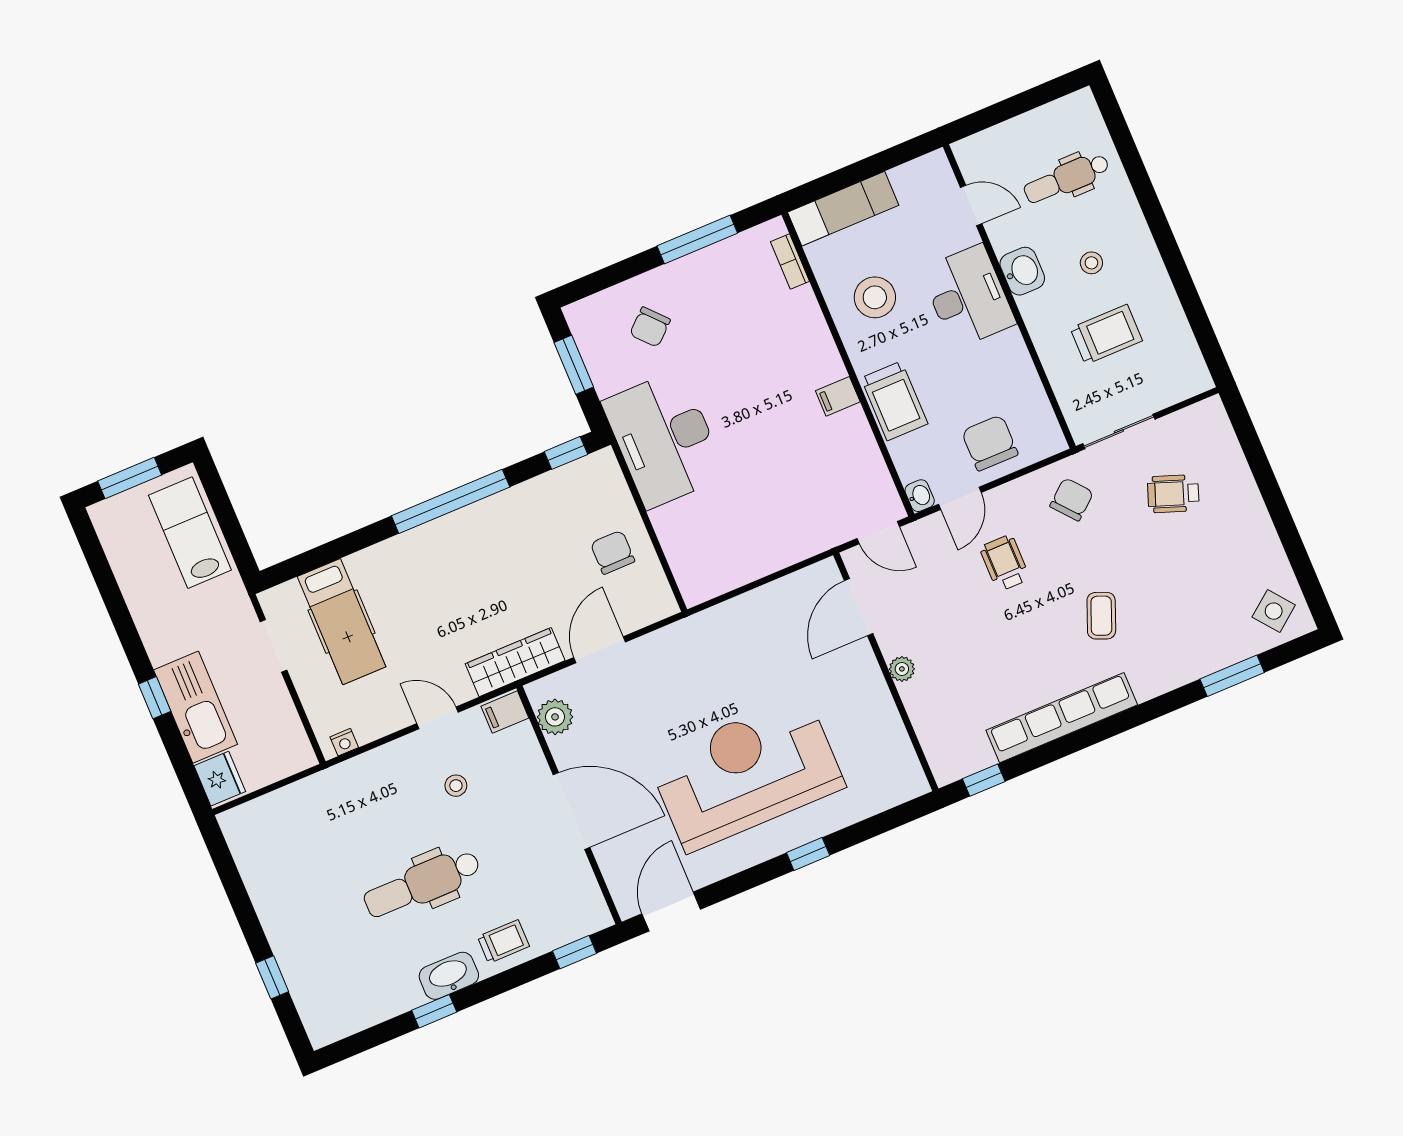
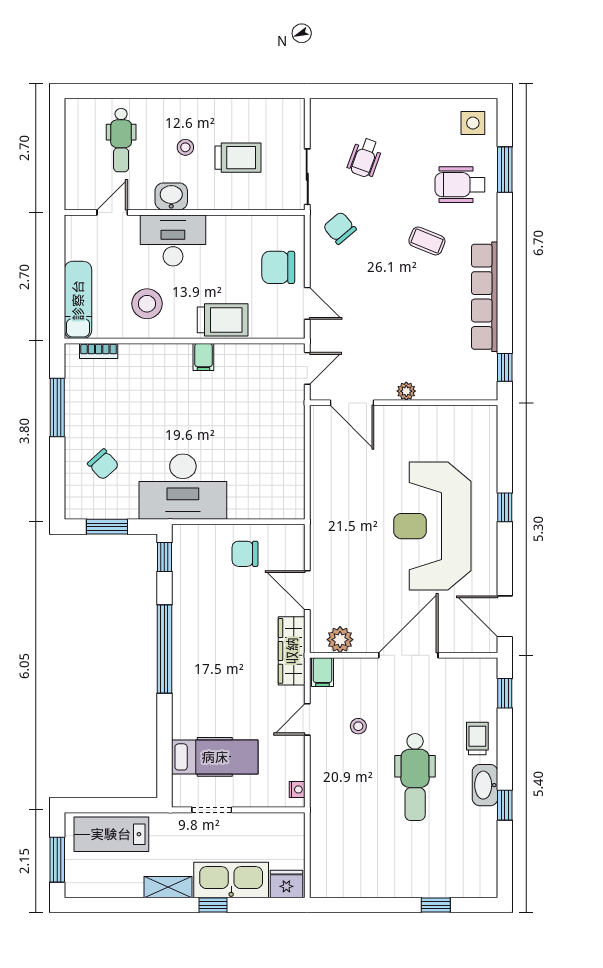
trolley: (1106, 334) -> (238, 158), turned 90
washbasin: (920, 496) -> (294, 330), removed
wheelchair: (1005, 563) -> (460, 185), moved, width x1.36, depth x1.37
side table: (1274, 611) -> (473, 123), turned 38
shelving: (153, 632) -> (168, 887), added

